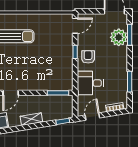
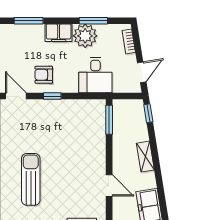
plant: (119, 37) -> (85, 36), moved
filing cabinet: (121, 56) -> (59, 33), added
armchair: (88, 57) -> (44, 75), moved
door: (92, 117) -> (142, 72), swing flipped

